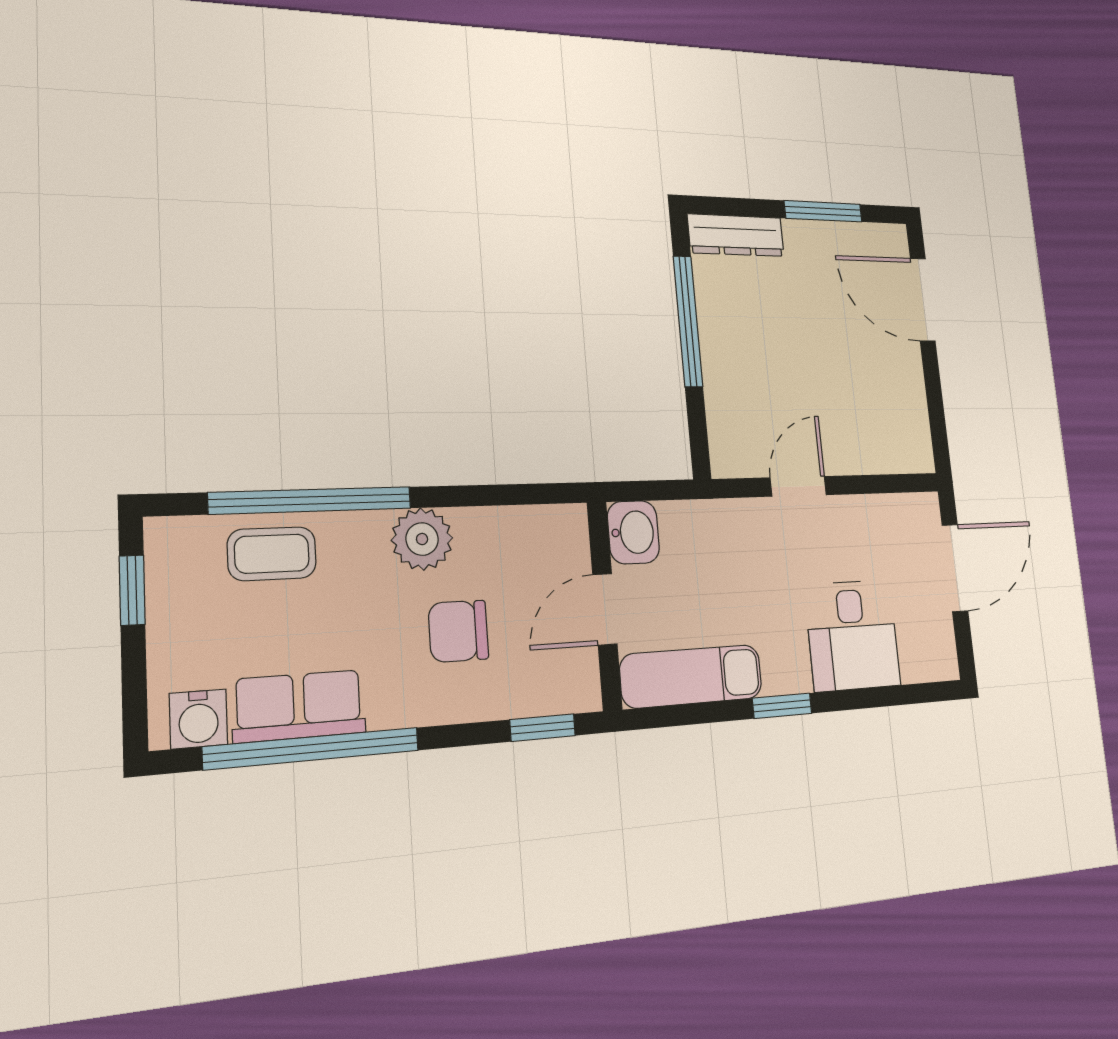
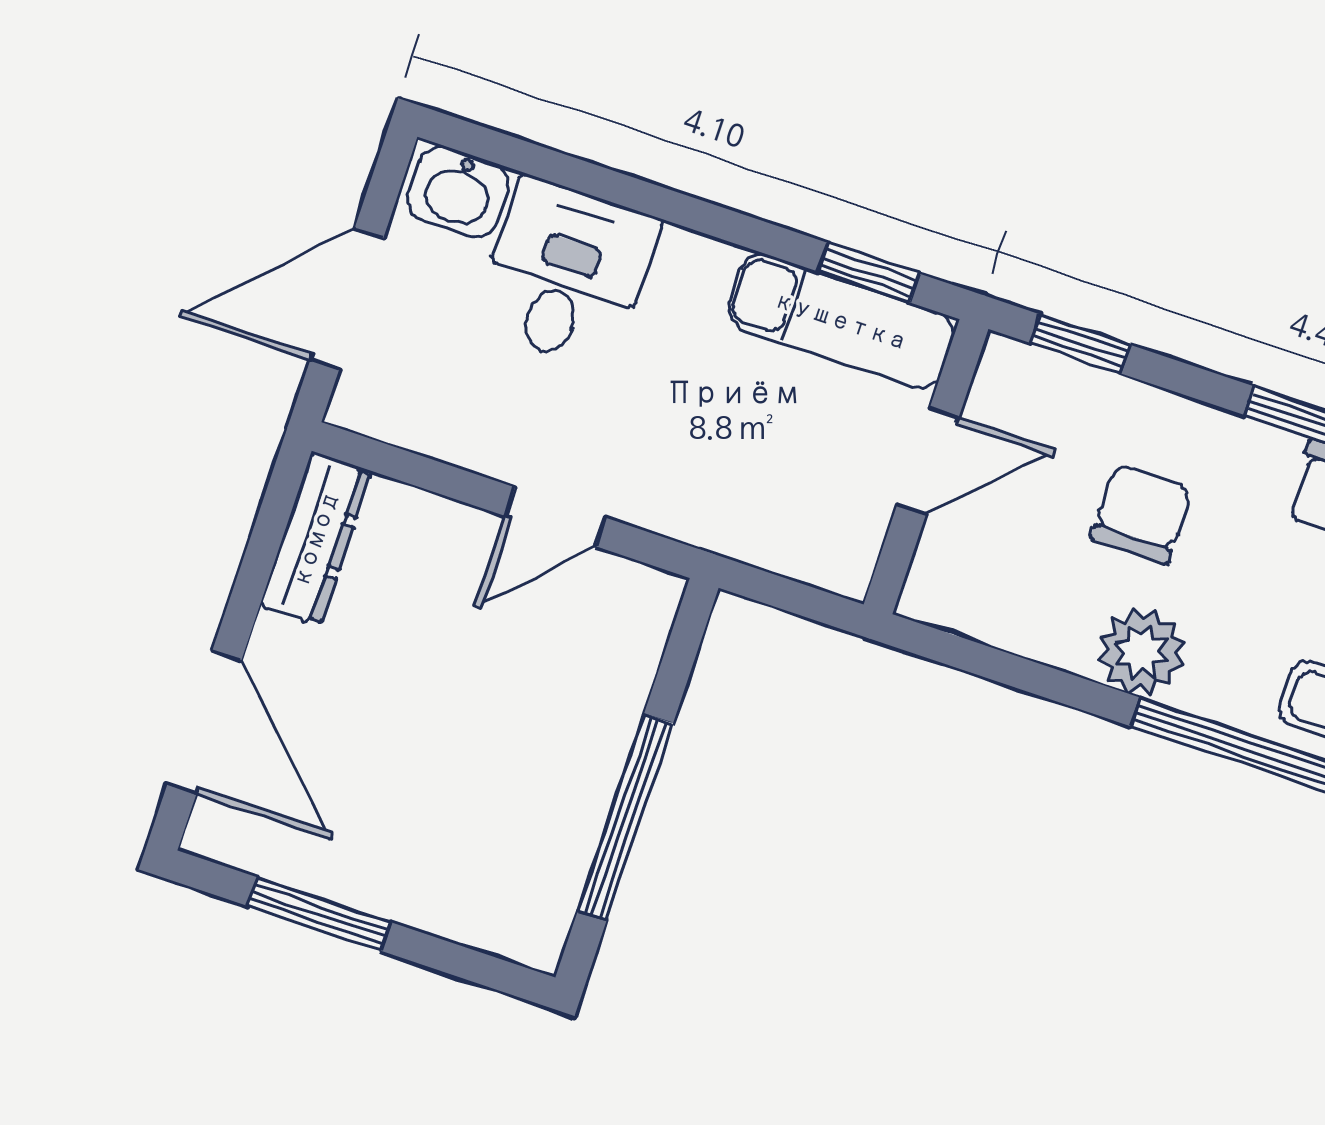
dresser: (736, 235) -> (316, 539), moved, turned 90
washbasin: (633, 532) -> (458, 192), moved, turned -90
chair: (458, 631) -> (1141, 514), turned -90
window: (782, 706) -> (869, 273), moved

